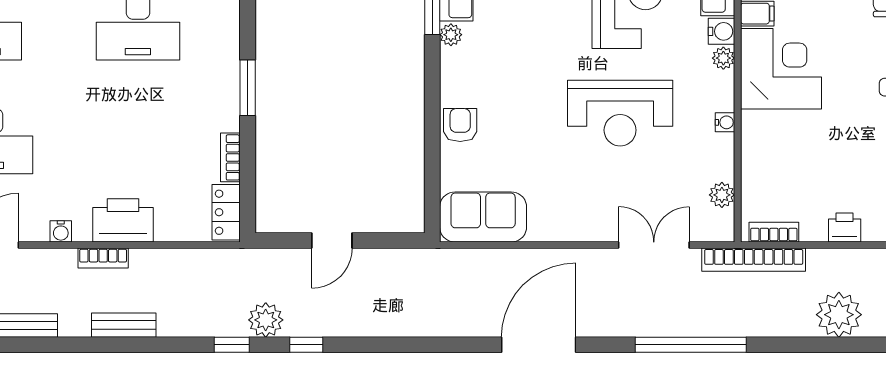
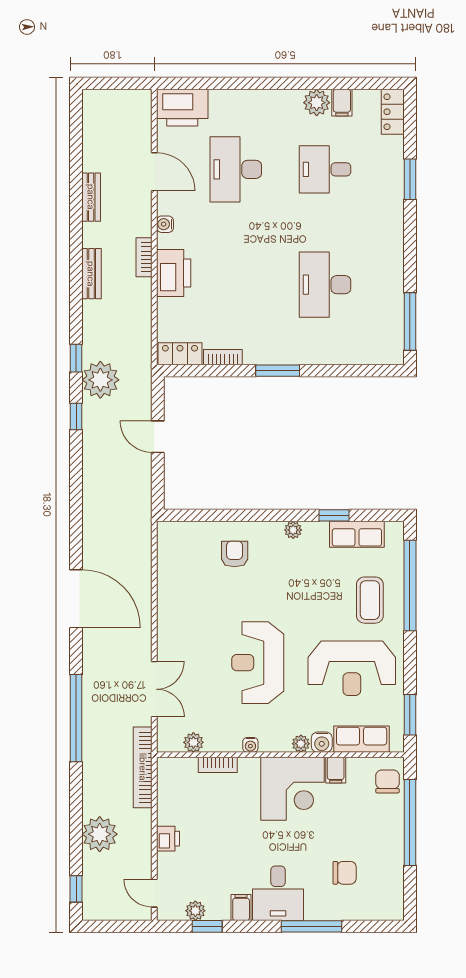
plant: (451, 35) -> (293, 530), moved
armchair: (460, 125) -> (235, 554), moved, turned -90
sofa: (483, 217) -> (176, 555), removed
bookcase: (774, 232) -> (218, 765), moved, turned 90
plant: (266, 320) -> (100, 380), width x1.36, depth x1.36

